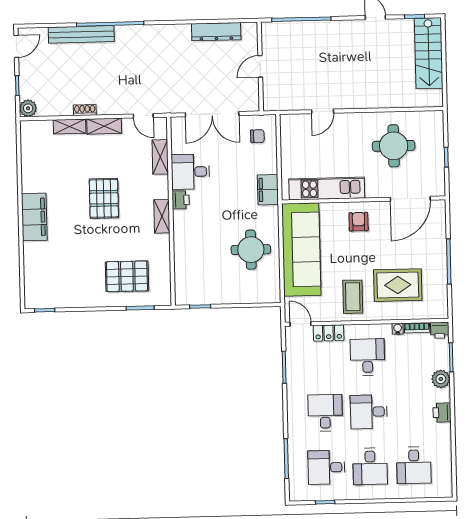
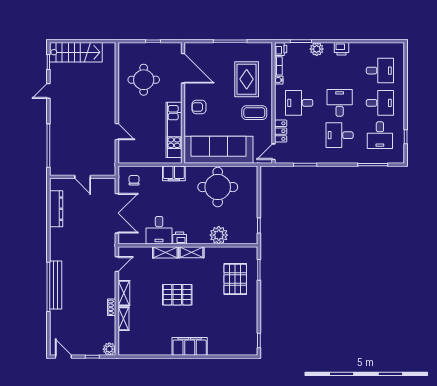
bench: (81, 34) -> (56, 285), moved
shelving: (160, 157) -> (165, 252), moved
round table: (251, 250) -> (218, 187), width x1.36, depth x1.36
plant: (186, 253) -> (219, 235), added
desk: (369, 412) -> (340, 103), turned 180

